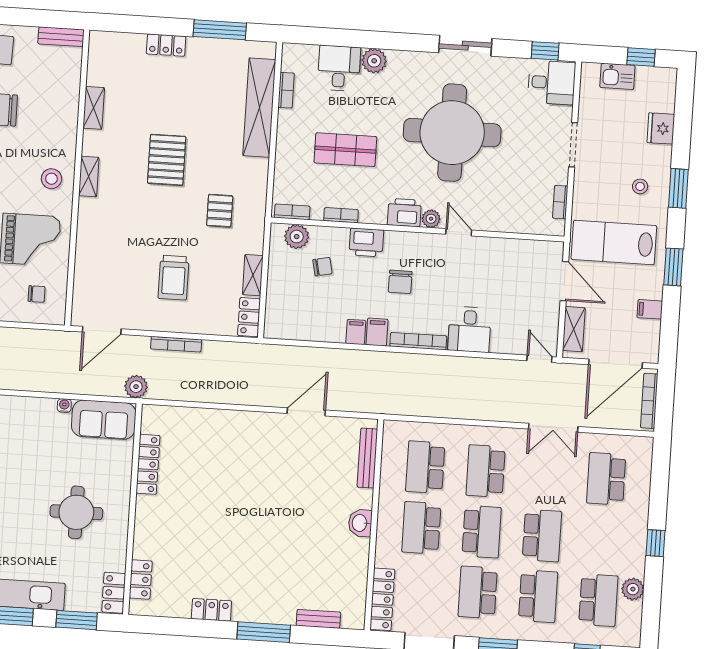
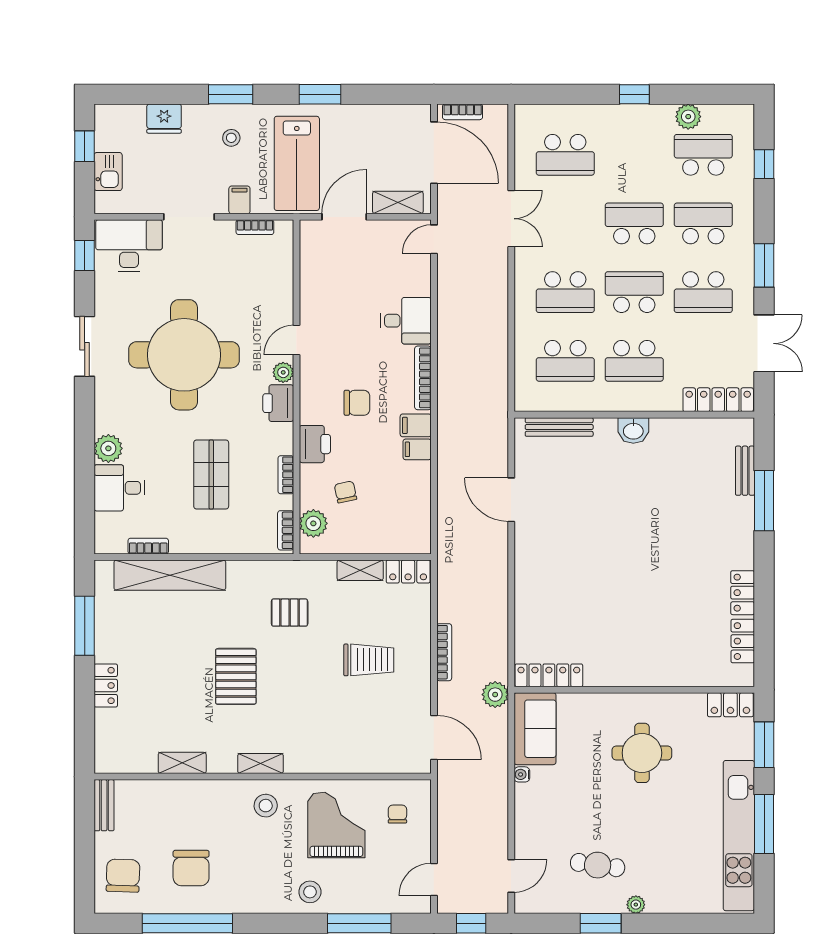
desk: (552, 83) -> (129, 246), width x1.37
pallet: (167, 160) -> (236, 676), turned 90
filing cabinet: (650, 309) -> (239, 200), moved, turned 180
bookcase: (649, 401) -> (463, 112), width x0.64
locker: (148, 464) -> (549, 675), moved
locker: (141, 580) -> (743, 641), moved, turned -90
window: (264, 632) -> (764, 501), moved

